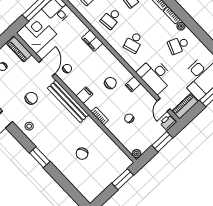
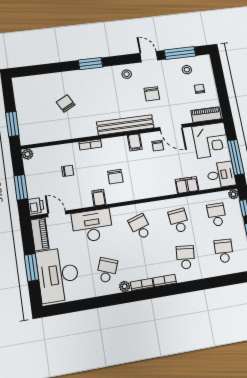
filing cabinet: (92, 41) -> (187, 185), moved
filing cabinet: (84, 95) -> (135, 142), moved

